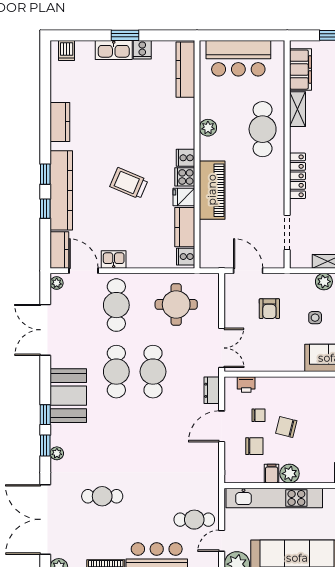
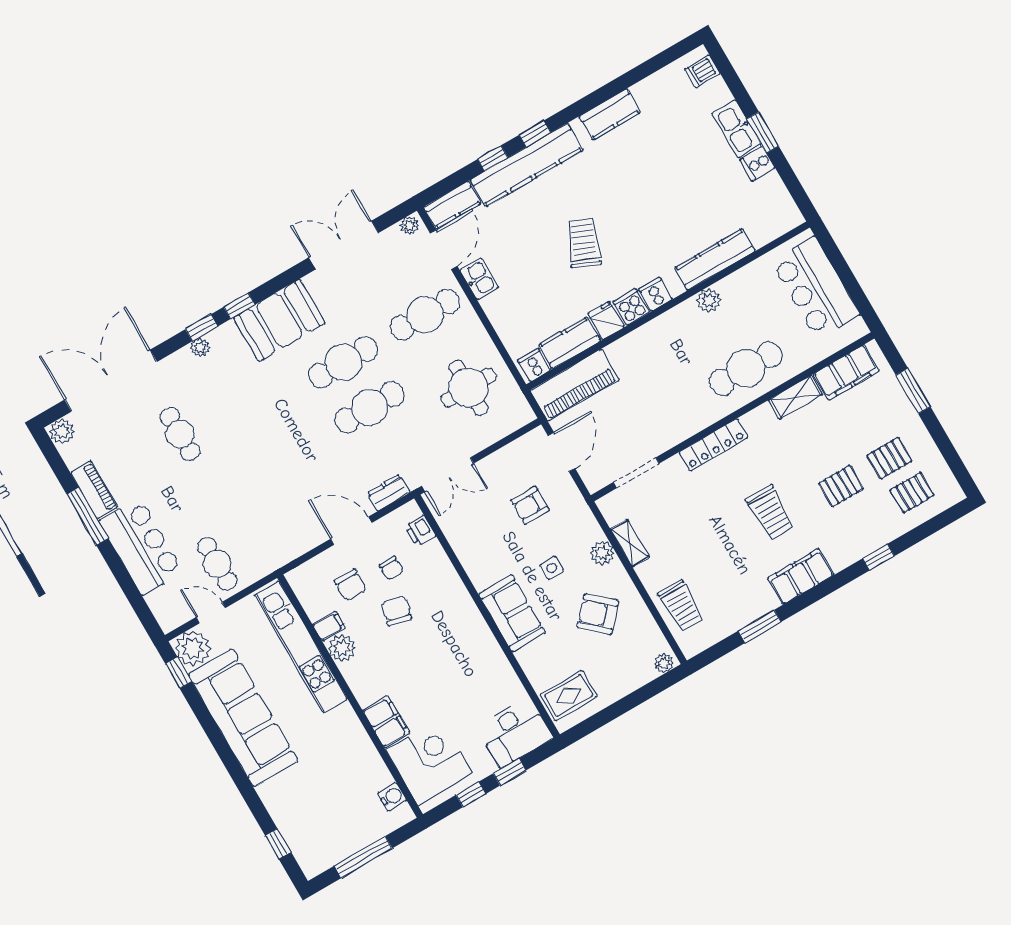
kitchen counter: (185, 70) -> (715, 259), moved
piano: (212, 190) -> (575, 385), moved

